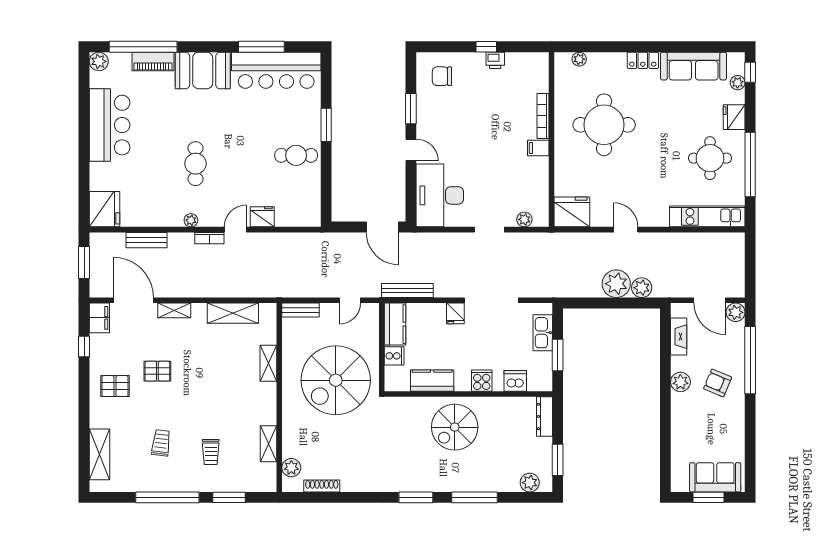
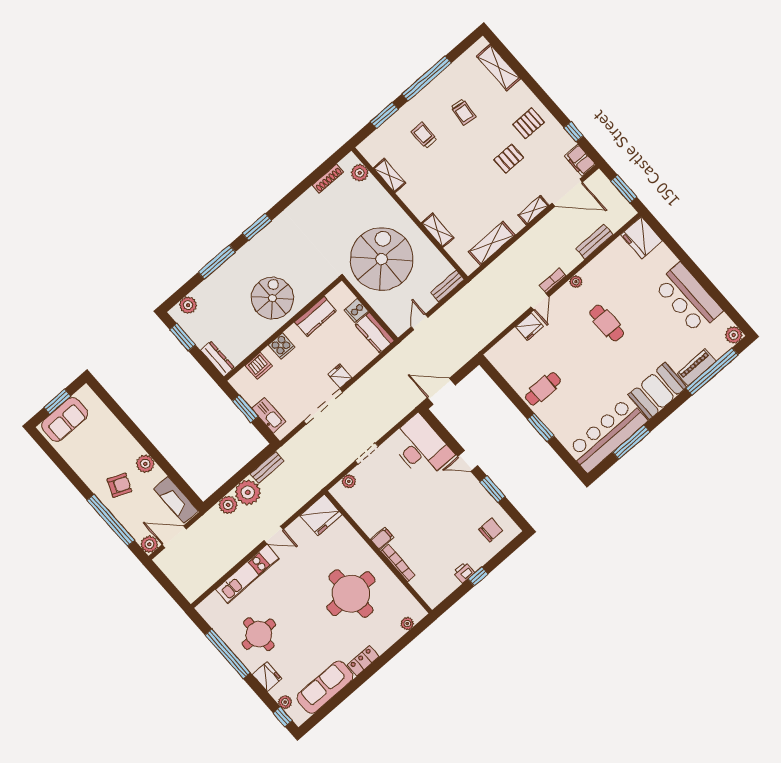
kitchen unit: (707, 216) -> (247, 574), moved
bench: (407, 290) -> (267, 467), moved, width x0.73
fireplace: (679, 337) -> (176, 500), width x1.37, depth x1.32

